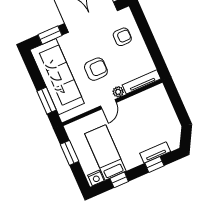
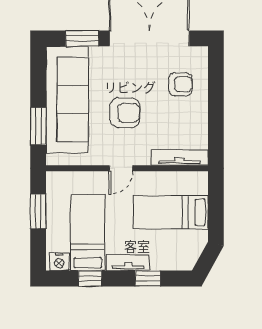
plant: (118, 92) -> (142, 157), removed
bed: (151, 118) -> (171, 212), added
tv unit: (155, 152) -> (128, 262), moved

